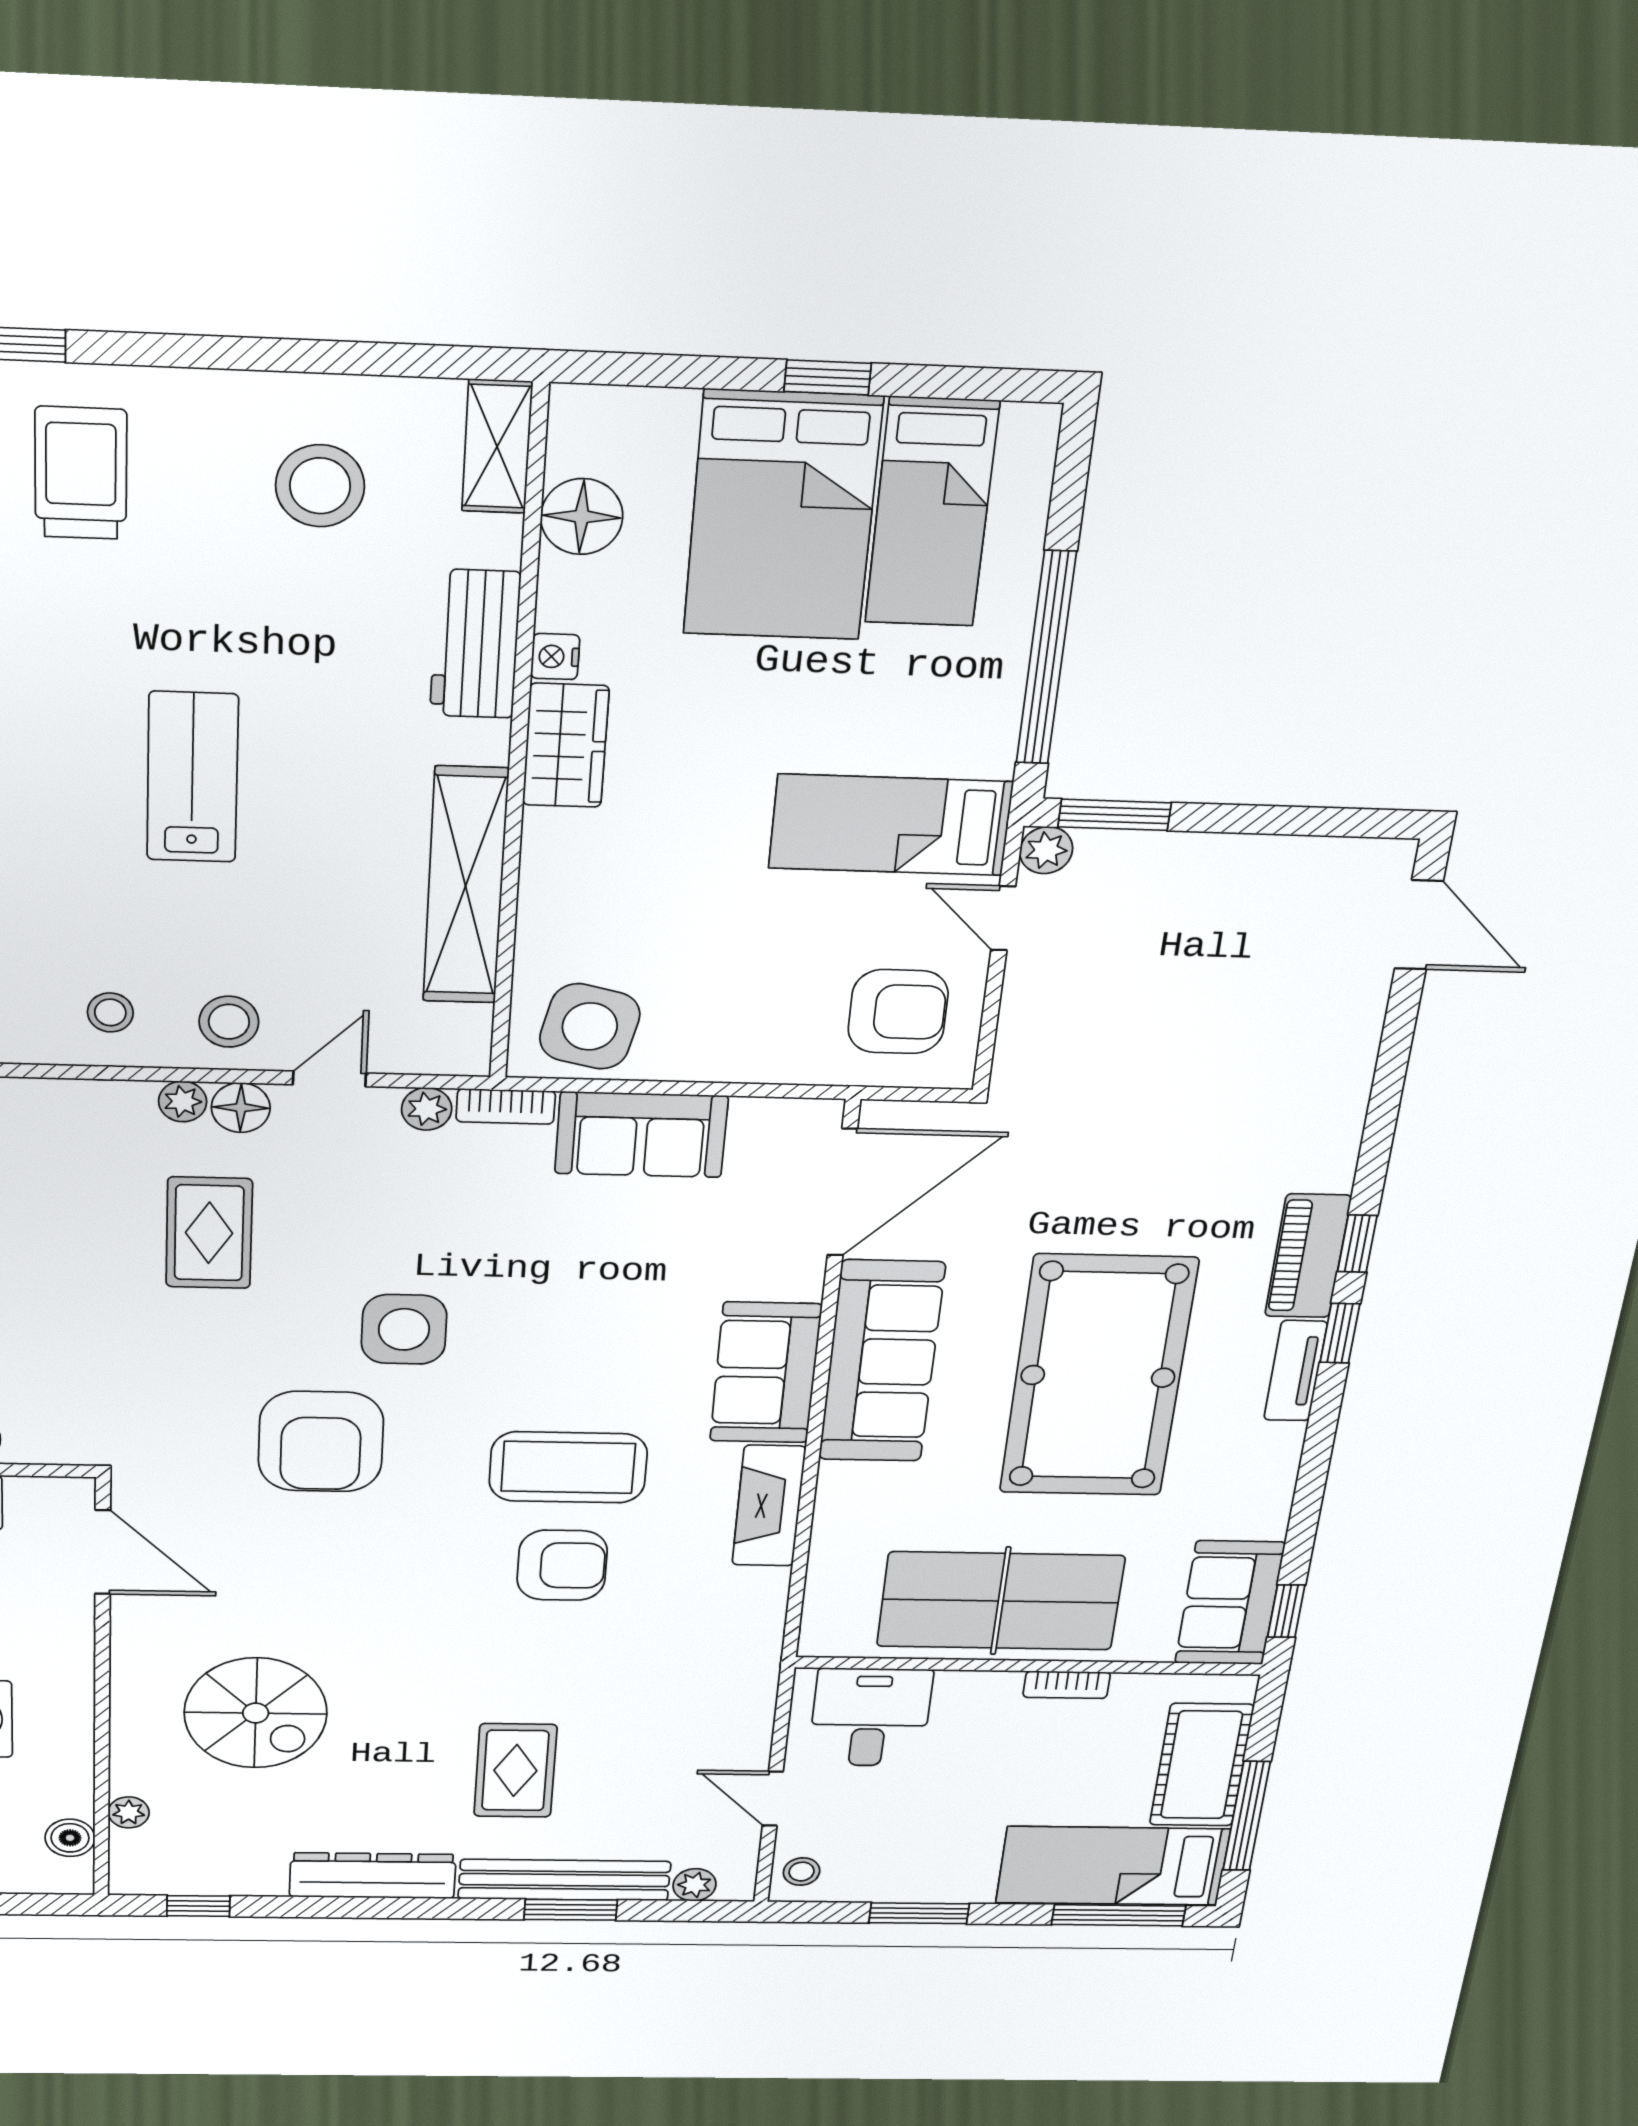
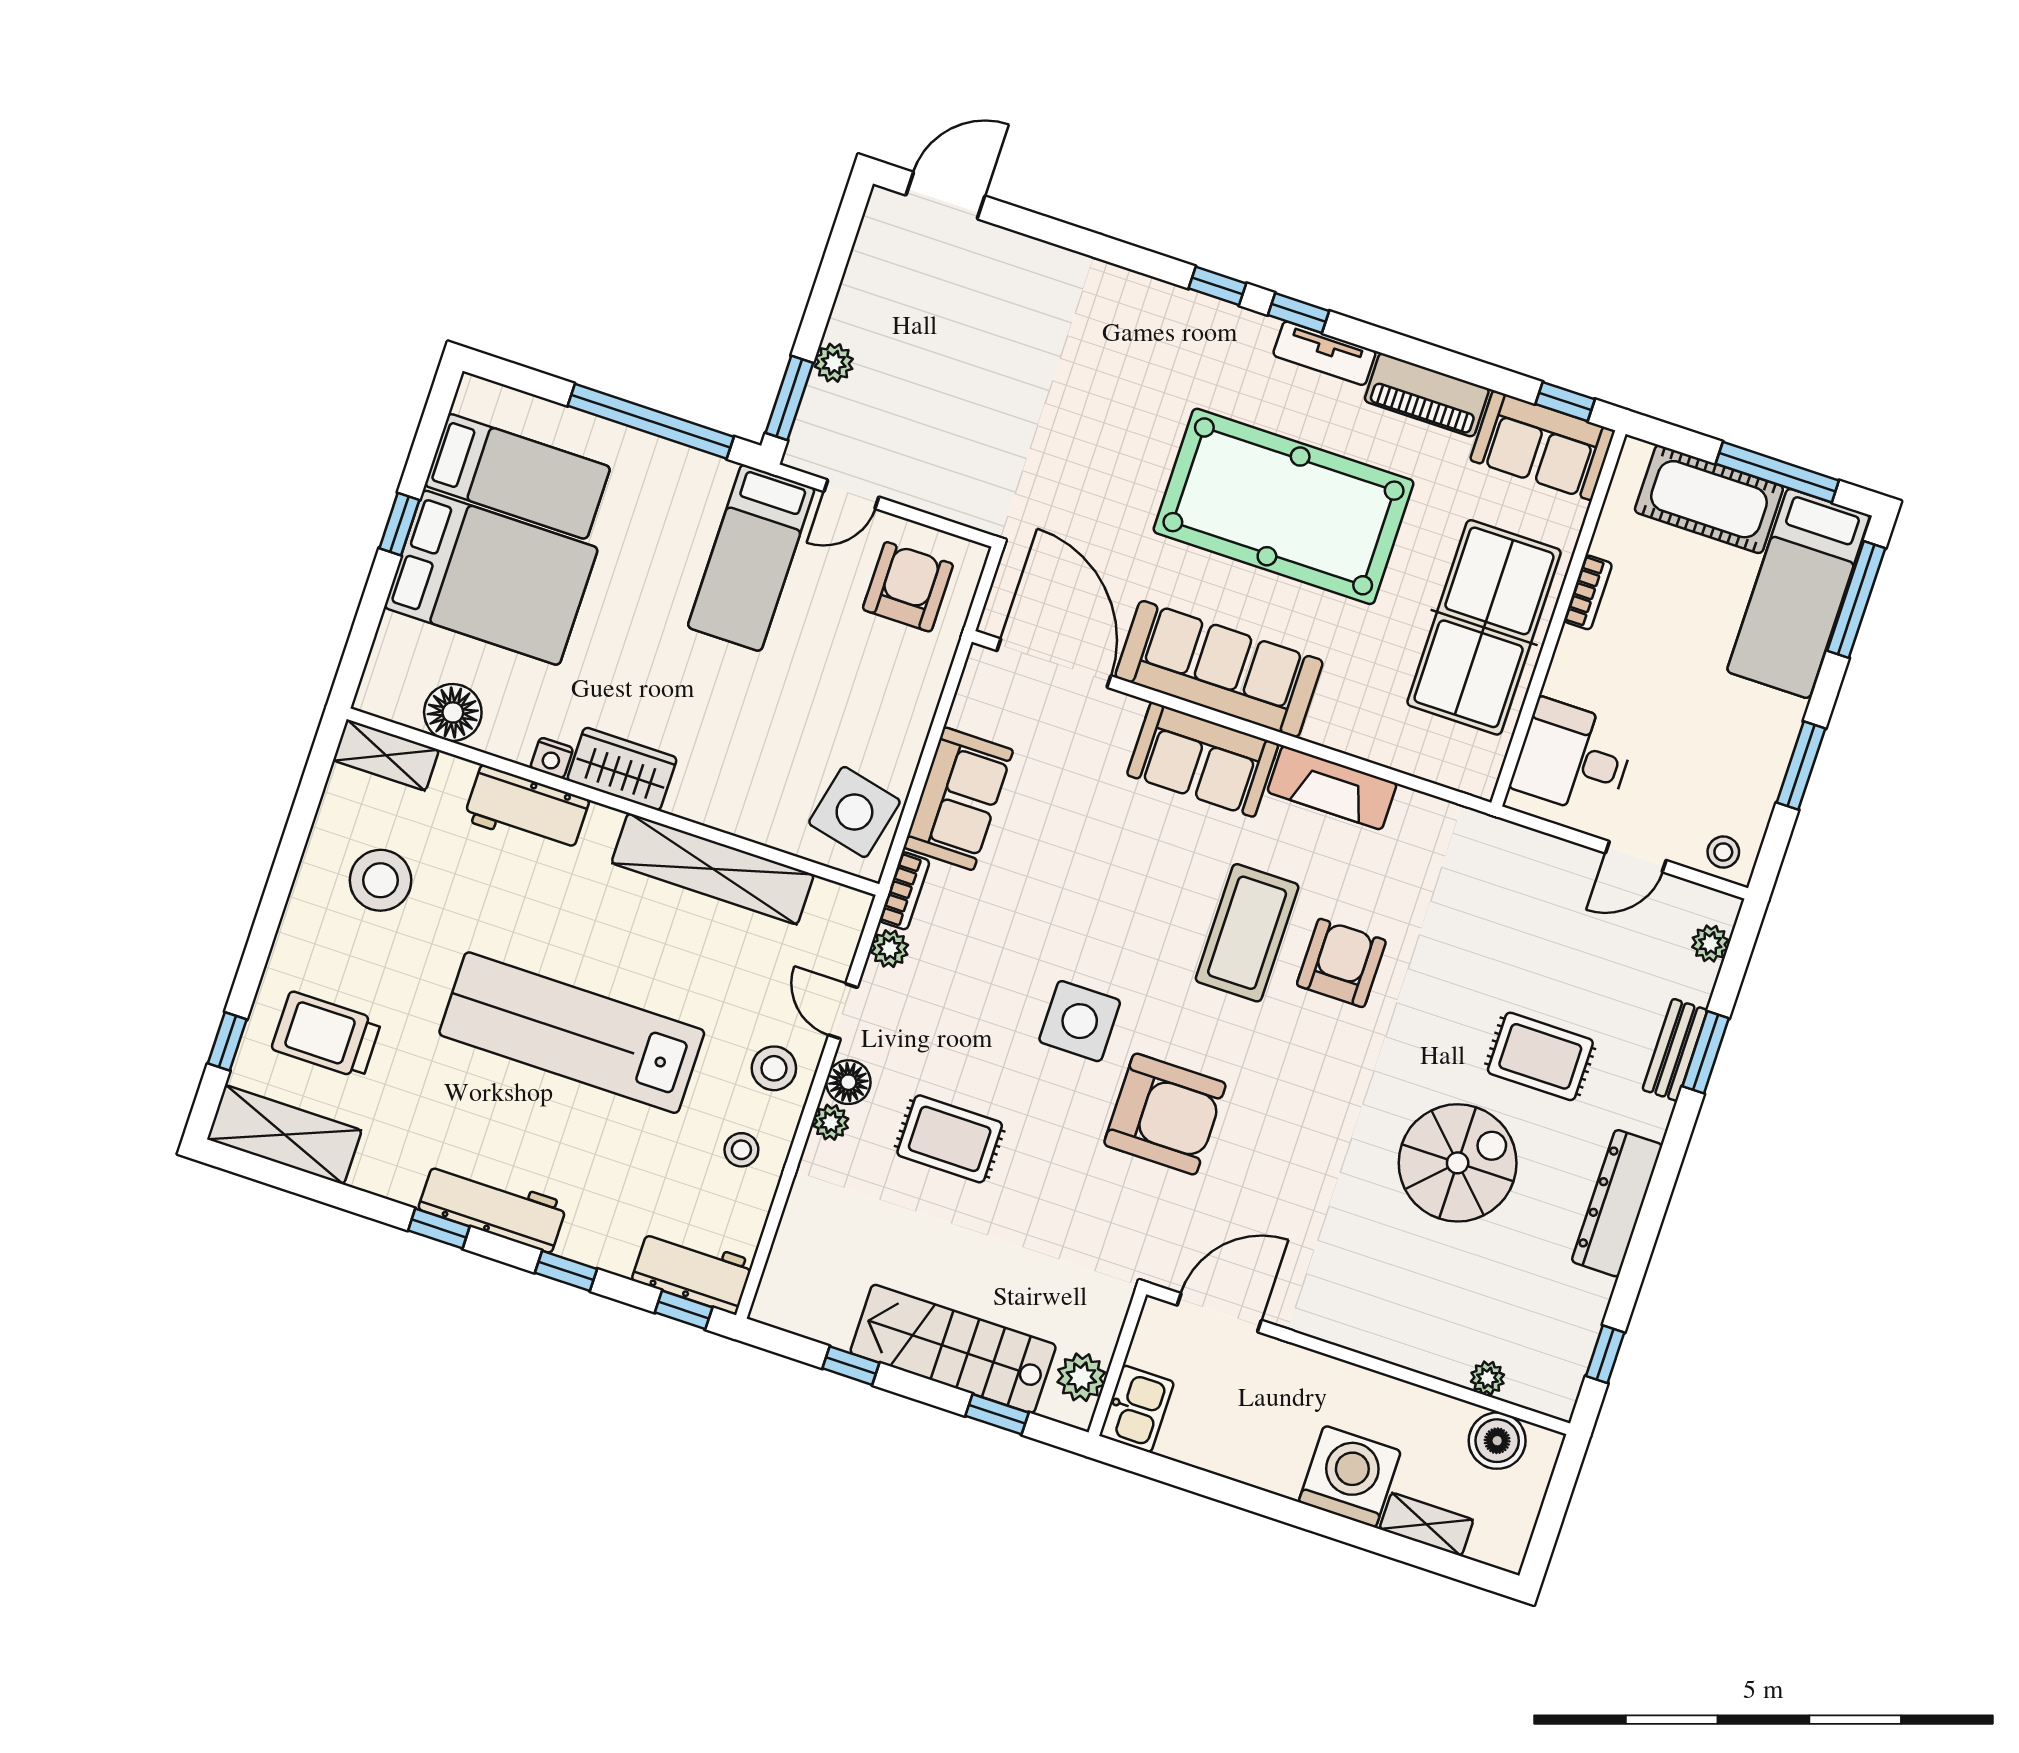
lab bench: (192, 777) -> (572, 1033), width x1.86, depth x1.39
plant: (1046, 850) -> (834, 363), moved
piano: (1308, 1256) -> (1427, 395), moved
spiral stairs: (256, 1713) -> (1458, 1163), moved
boiler: (70, 1838) -> (1497, 1441), width x1.36, depth x1.36
bench: (564, 1880) -> (1675, 1050), width x0.54, depth x0.82

